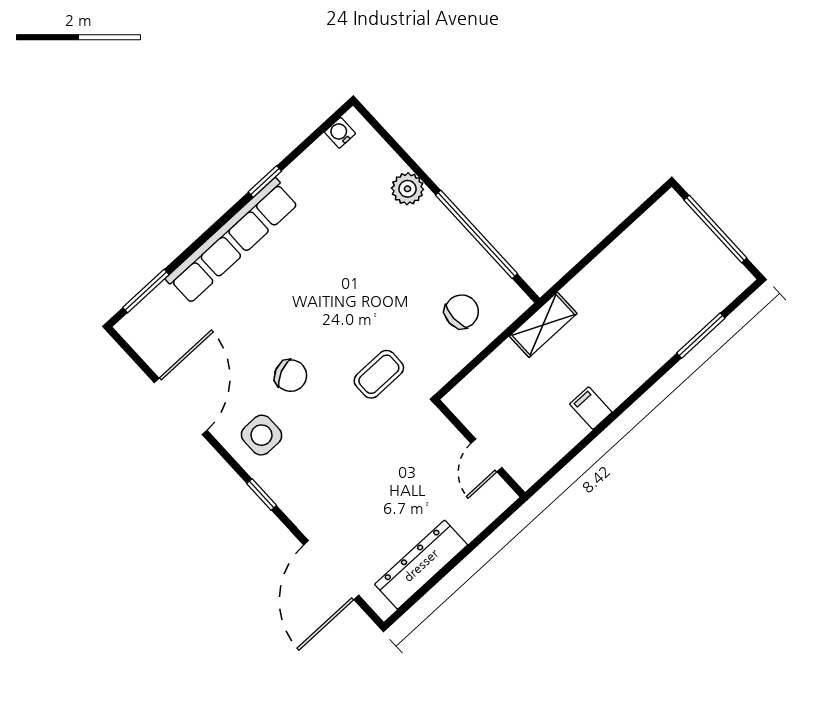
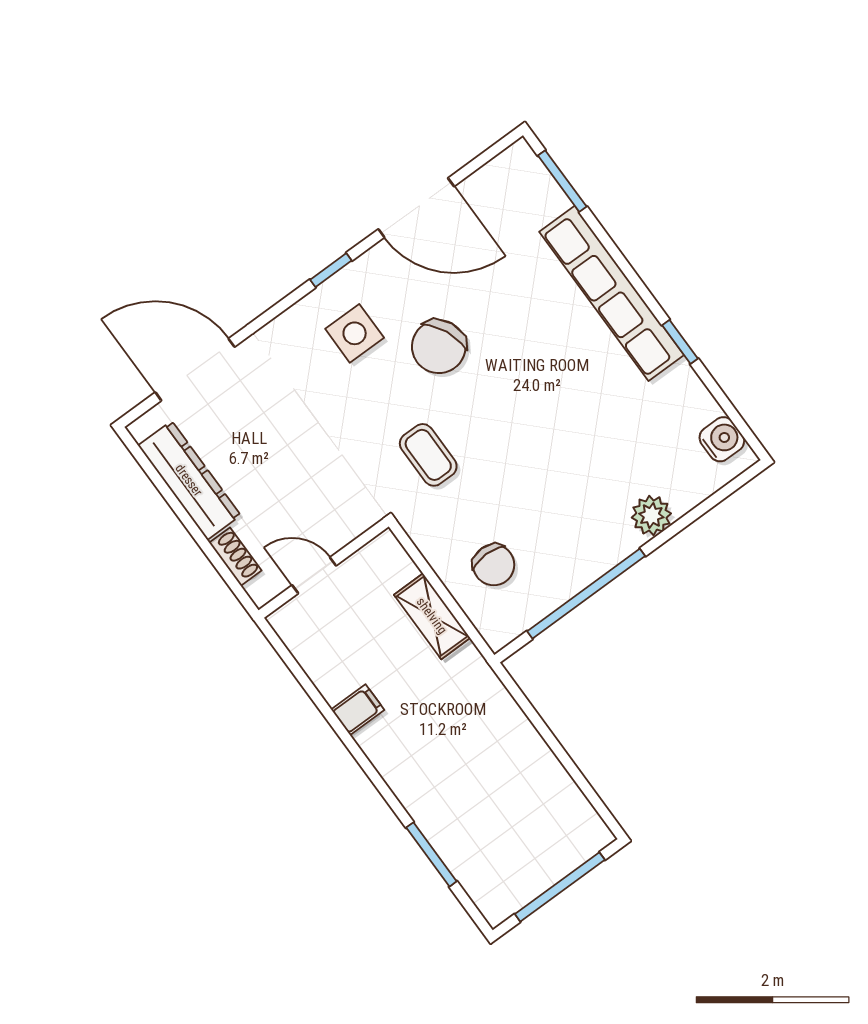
water cooler: (340, 133) -> (722, 439), width x1.38, depth x1.38
shelving: (543, 325) -> (432, 616), moved
chair: (291, 376) -> (439, 347), width x1.37, depth x1.37
side table: (262, 435) -> (355, 333), moved
window: (262, 495) -> (331, 270), moved
shoe rack: (478, 521) -> (235, 557), added

